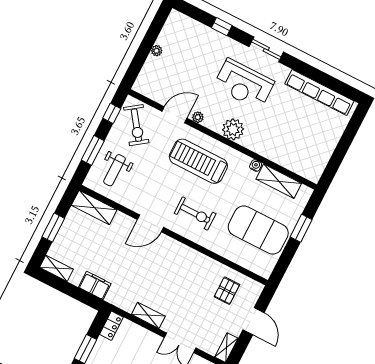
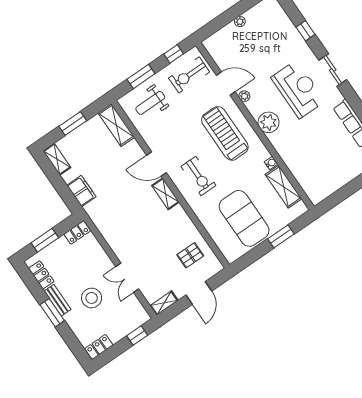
reception desk: (244, 84) -> (298, 89), turned 180
exercise bike: (136, 125) -> (189, 75), turned 36
shelving: (148, 315) -> (165, 194), moved

